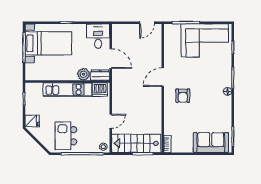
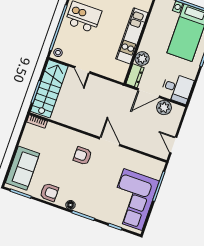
plant: (118, 41) -> (164, 108), added
dishwasher: (100, 89) -> (120, 70), removed
armchair: (223, 113) -> (49, 192), added

